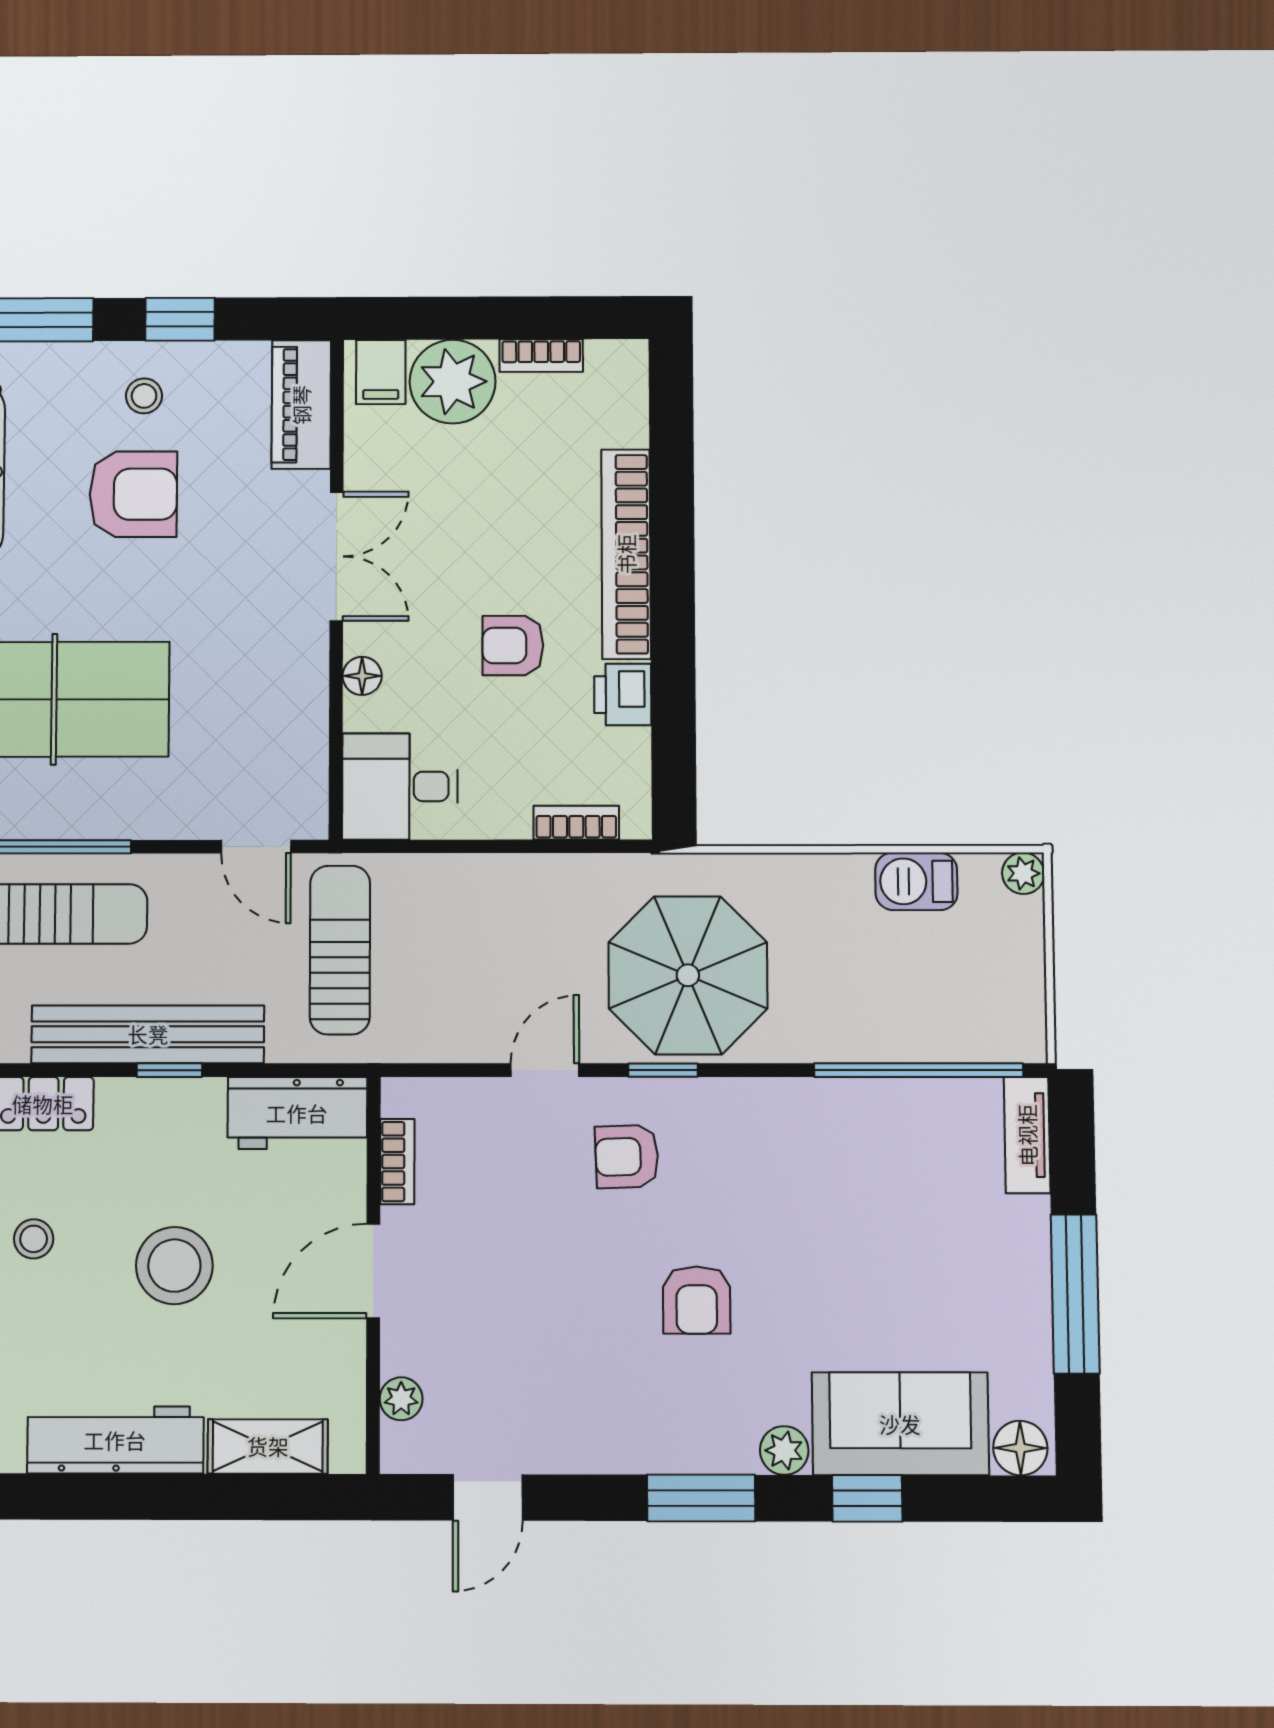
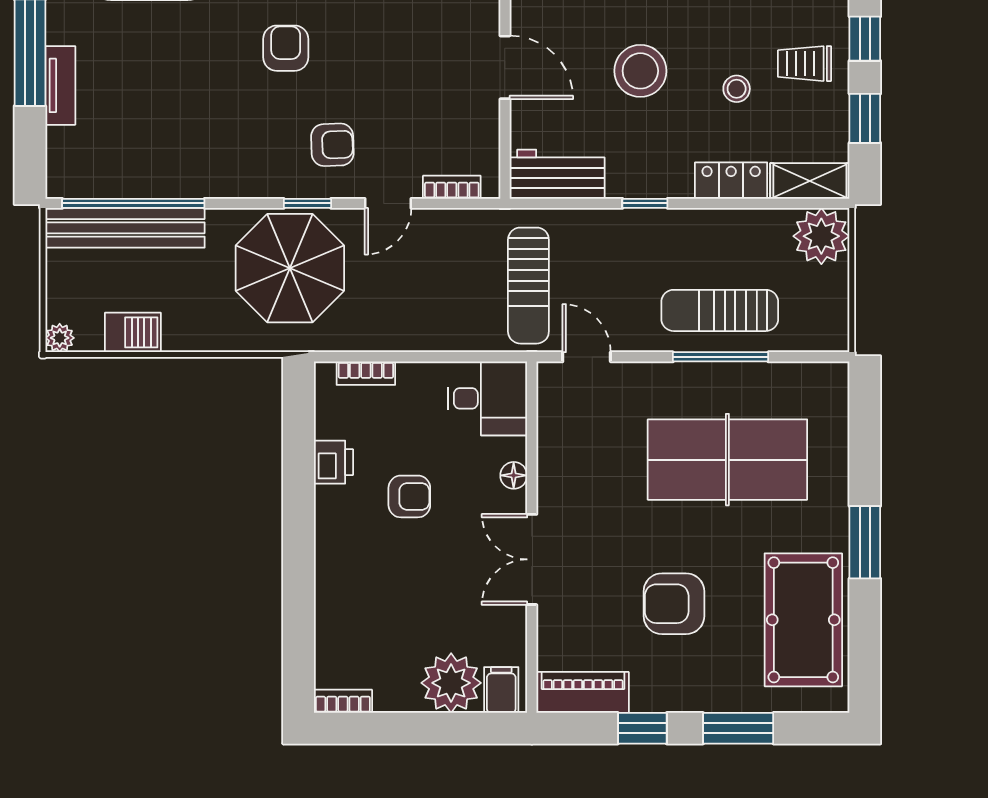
bookcase: (541, 356) -> (343, 701), moved
stool: (144, 396) -> (667, 674), removed
piano: (301, 405) -> (583, 692), moved, turned -90
bookcase: (626, 554) -> (331, 560), removed
bench: (148, 1034) -> (125, 228), moved
tv unit: (1027, 1135) -> (60, 85), moved
bookcase: (397, 1162) -> (452, 187), moved, turned 90
door: (373, 1271) -> (505, 67), hinge flipped

